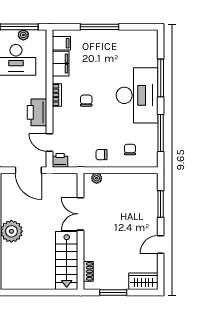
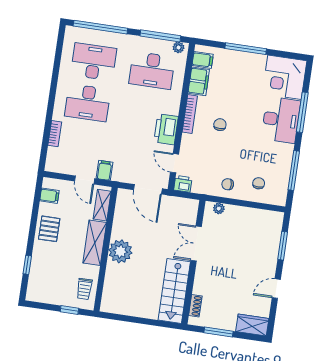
plant: (23, 35) -> (178, 47), moved
corner desk: (139, 48) -> (284, 77), added
bookcase: (57, 95) -> (190, 114), width x1.56
desk: (137, 95) -> (281, 120), width x0.73, depth x0.77

